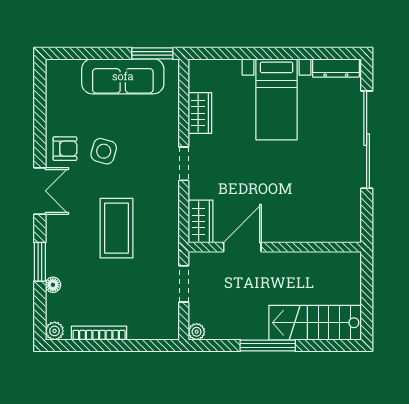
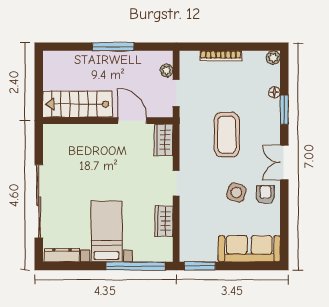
window: (238, 53) -> (136, 266), added
sofa: (123, 76) -> (249, 249), moved
armchair: (65, 149) -> (265, 194), turned 90
door: (242, 247) -> (132, 121), swing flipped
stairs: (315, 323) -> (78, 104), moved, turned 180
plant: (197, 332) -> (167, 71), moved
bookcase: (99, 333) -> (221, 56), moved

